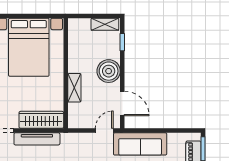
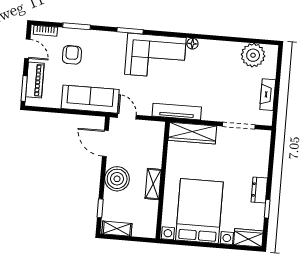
shelving: (74, 88) -> (153, 184), moved
door: (104, 131) -> (127, 116), swing flipped
tv unit: (37, 139) -> (177, 112), moved

